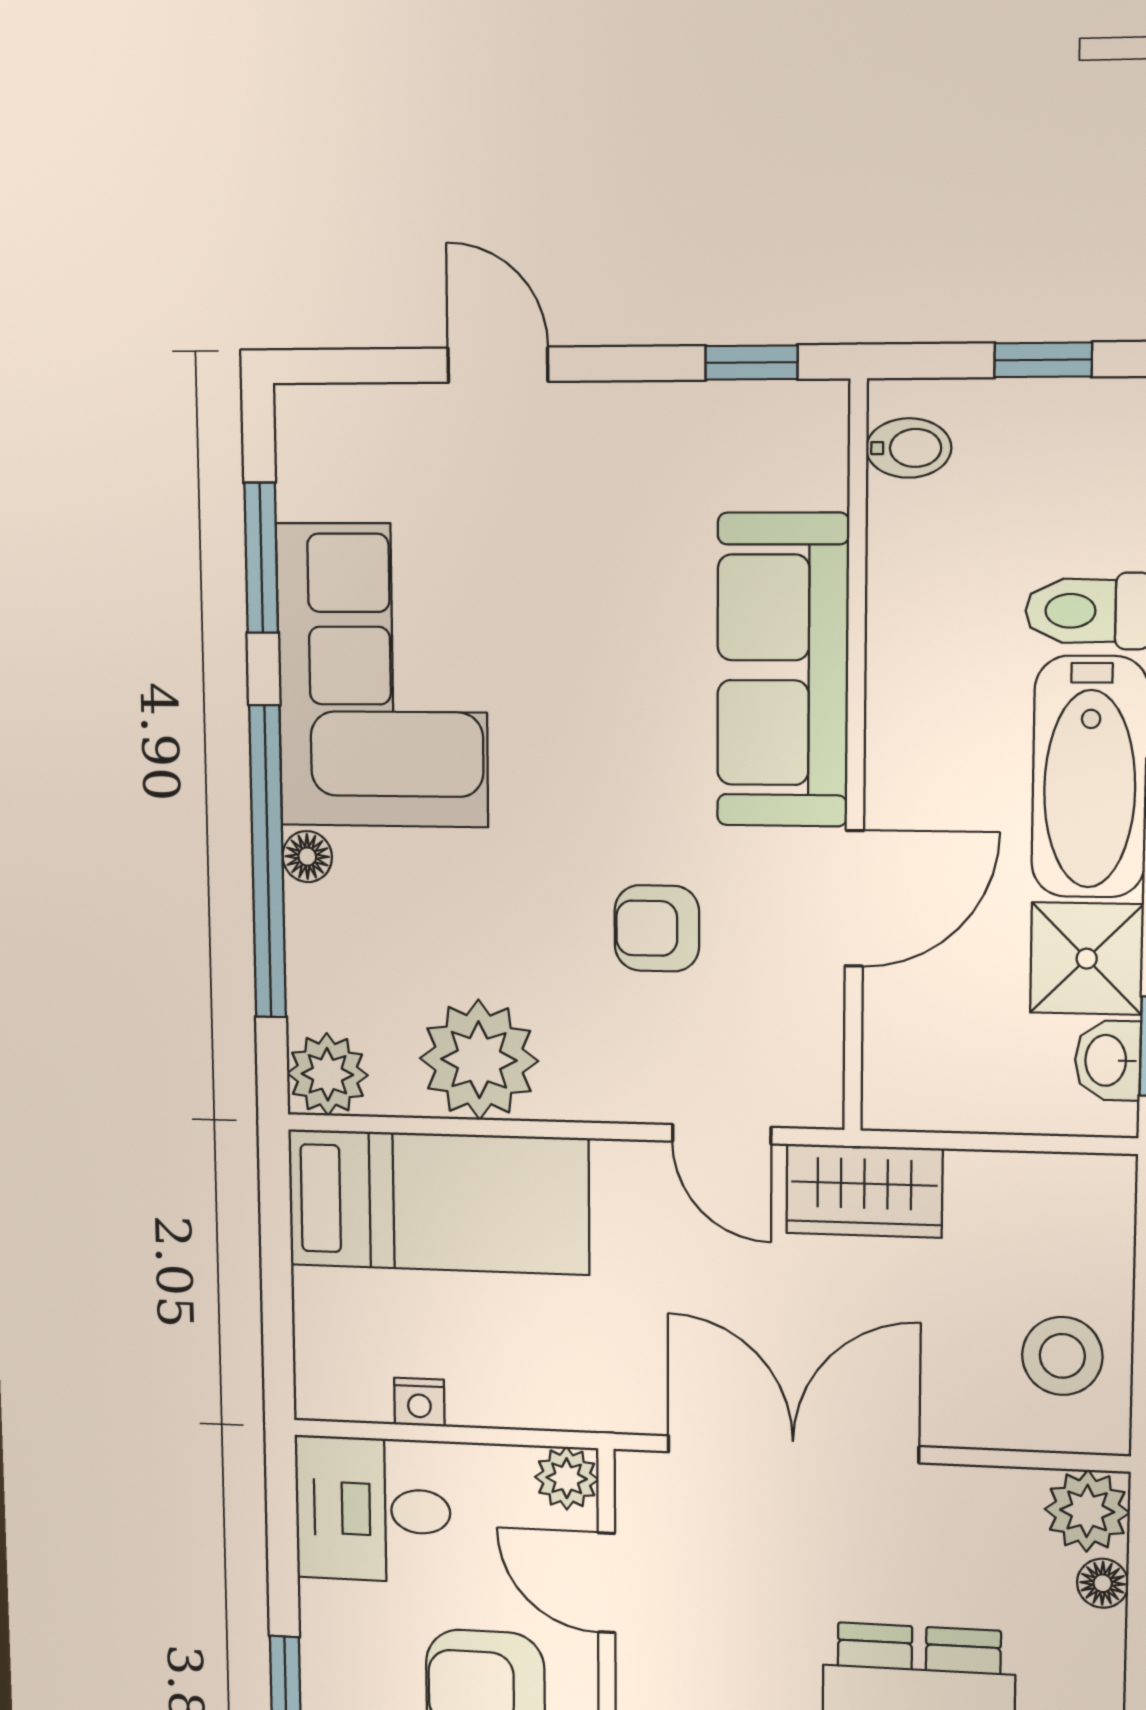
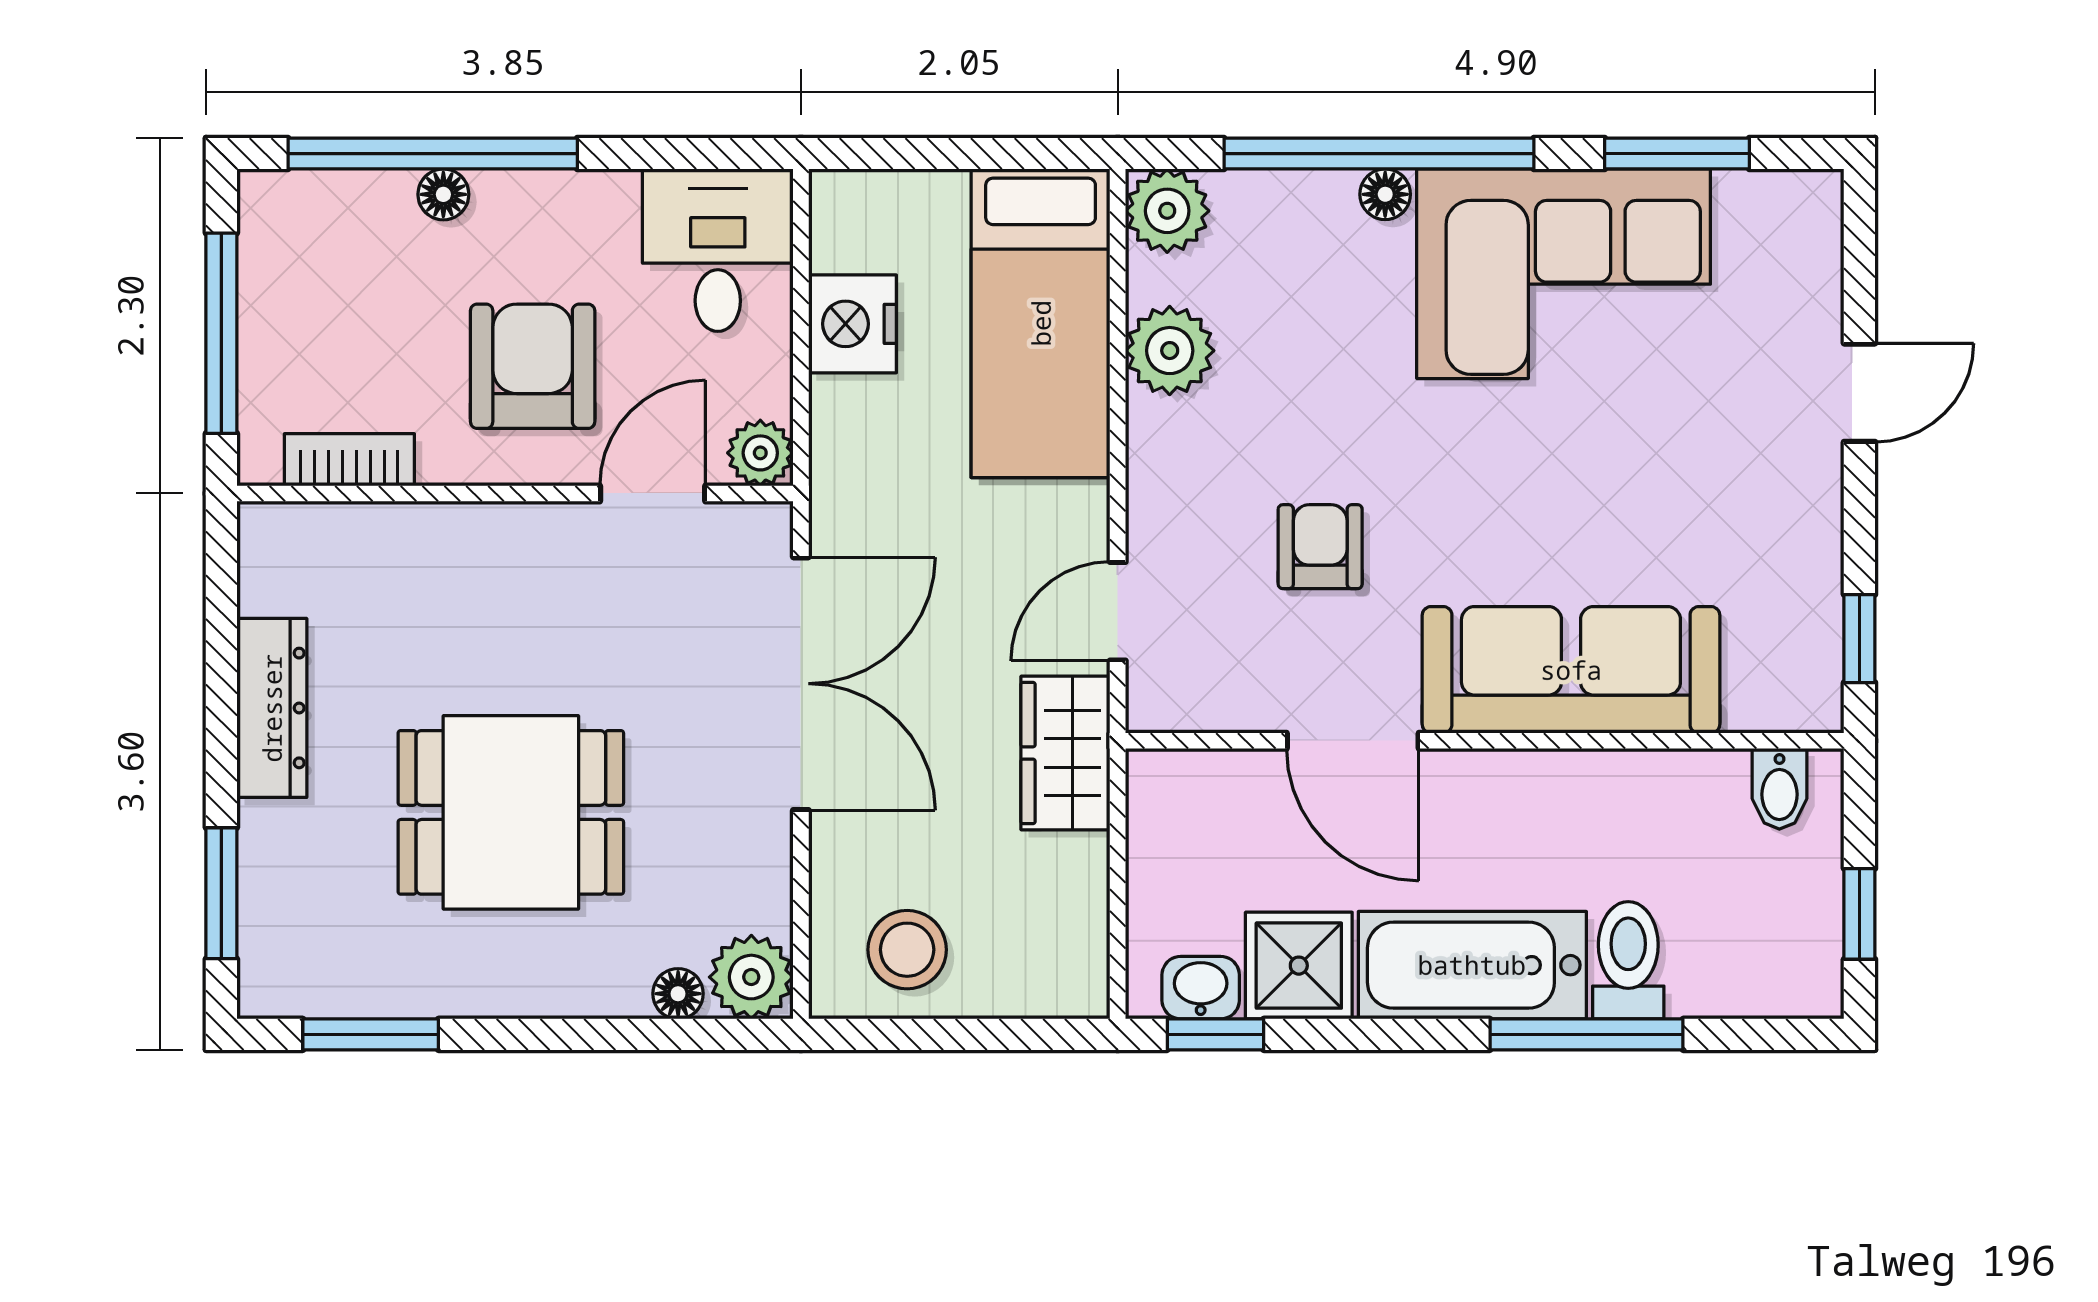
plant: (479, 1060) -> (1170, 351), width x0.73, depth x0.73
nightstand: (419, 1402) -> (853, 324), width x1.89, depth x1.79

